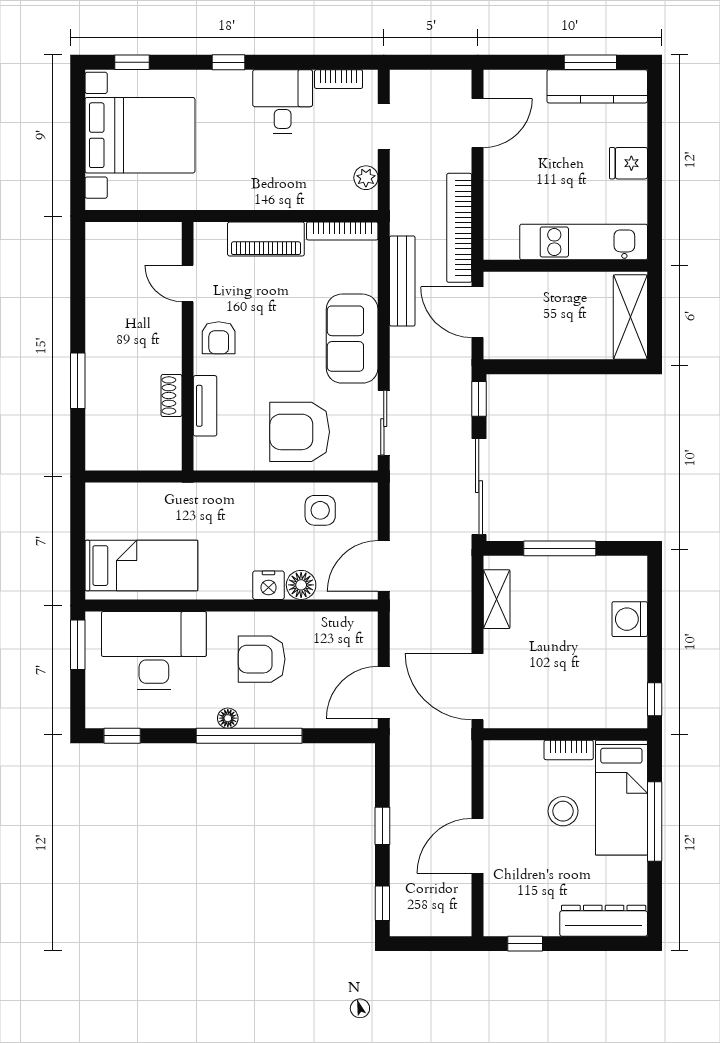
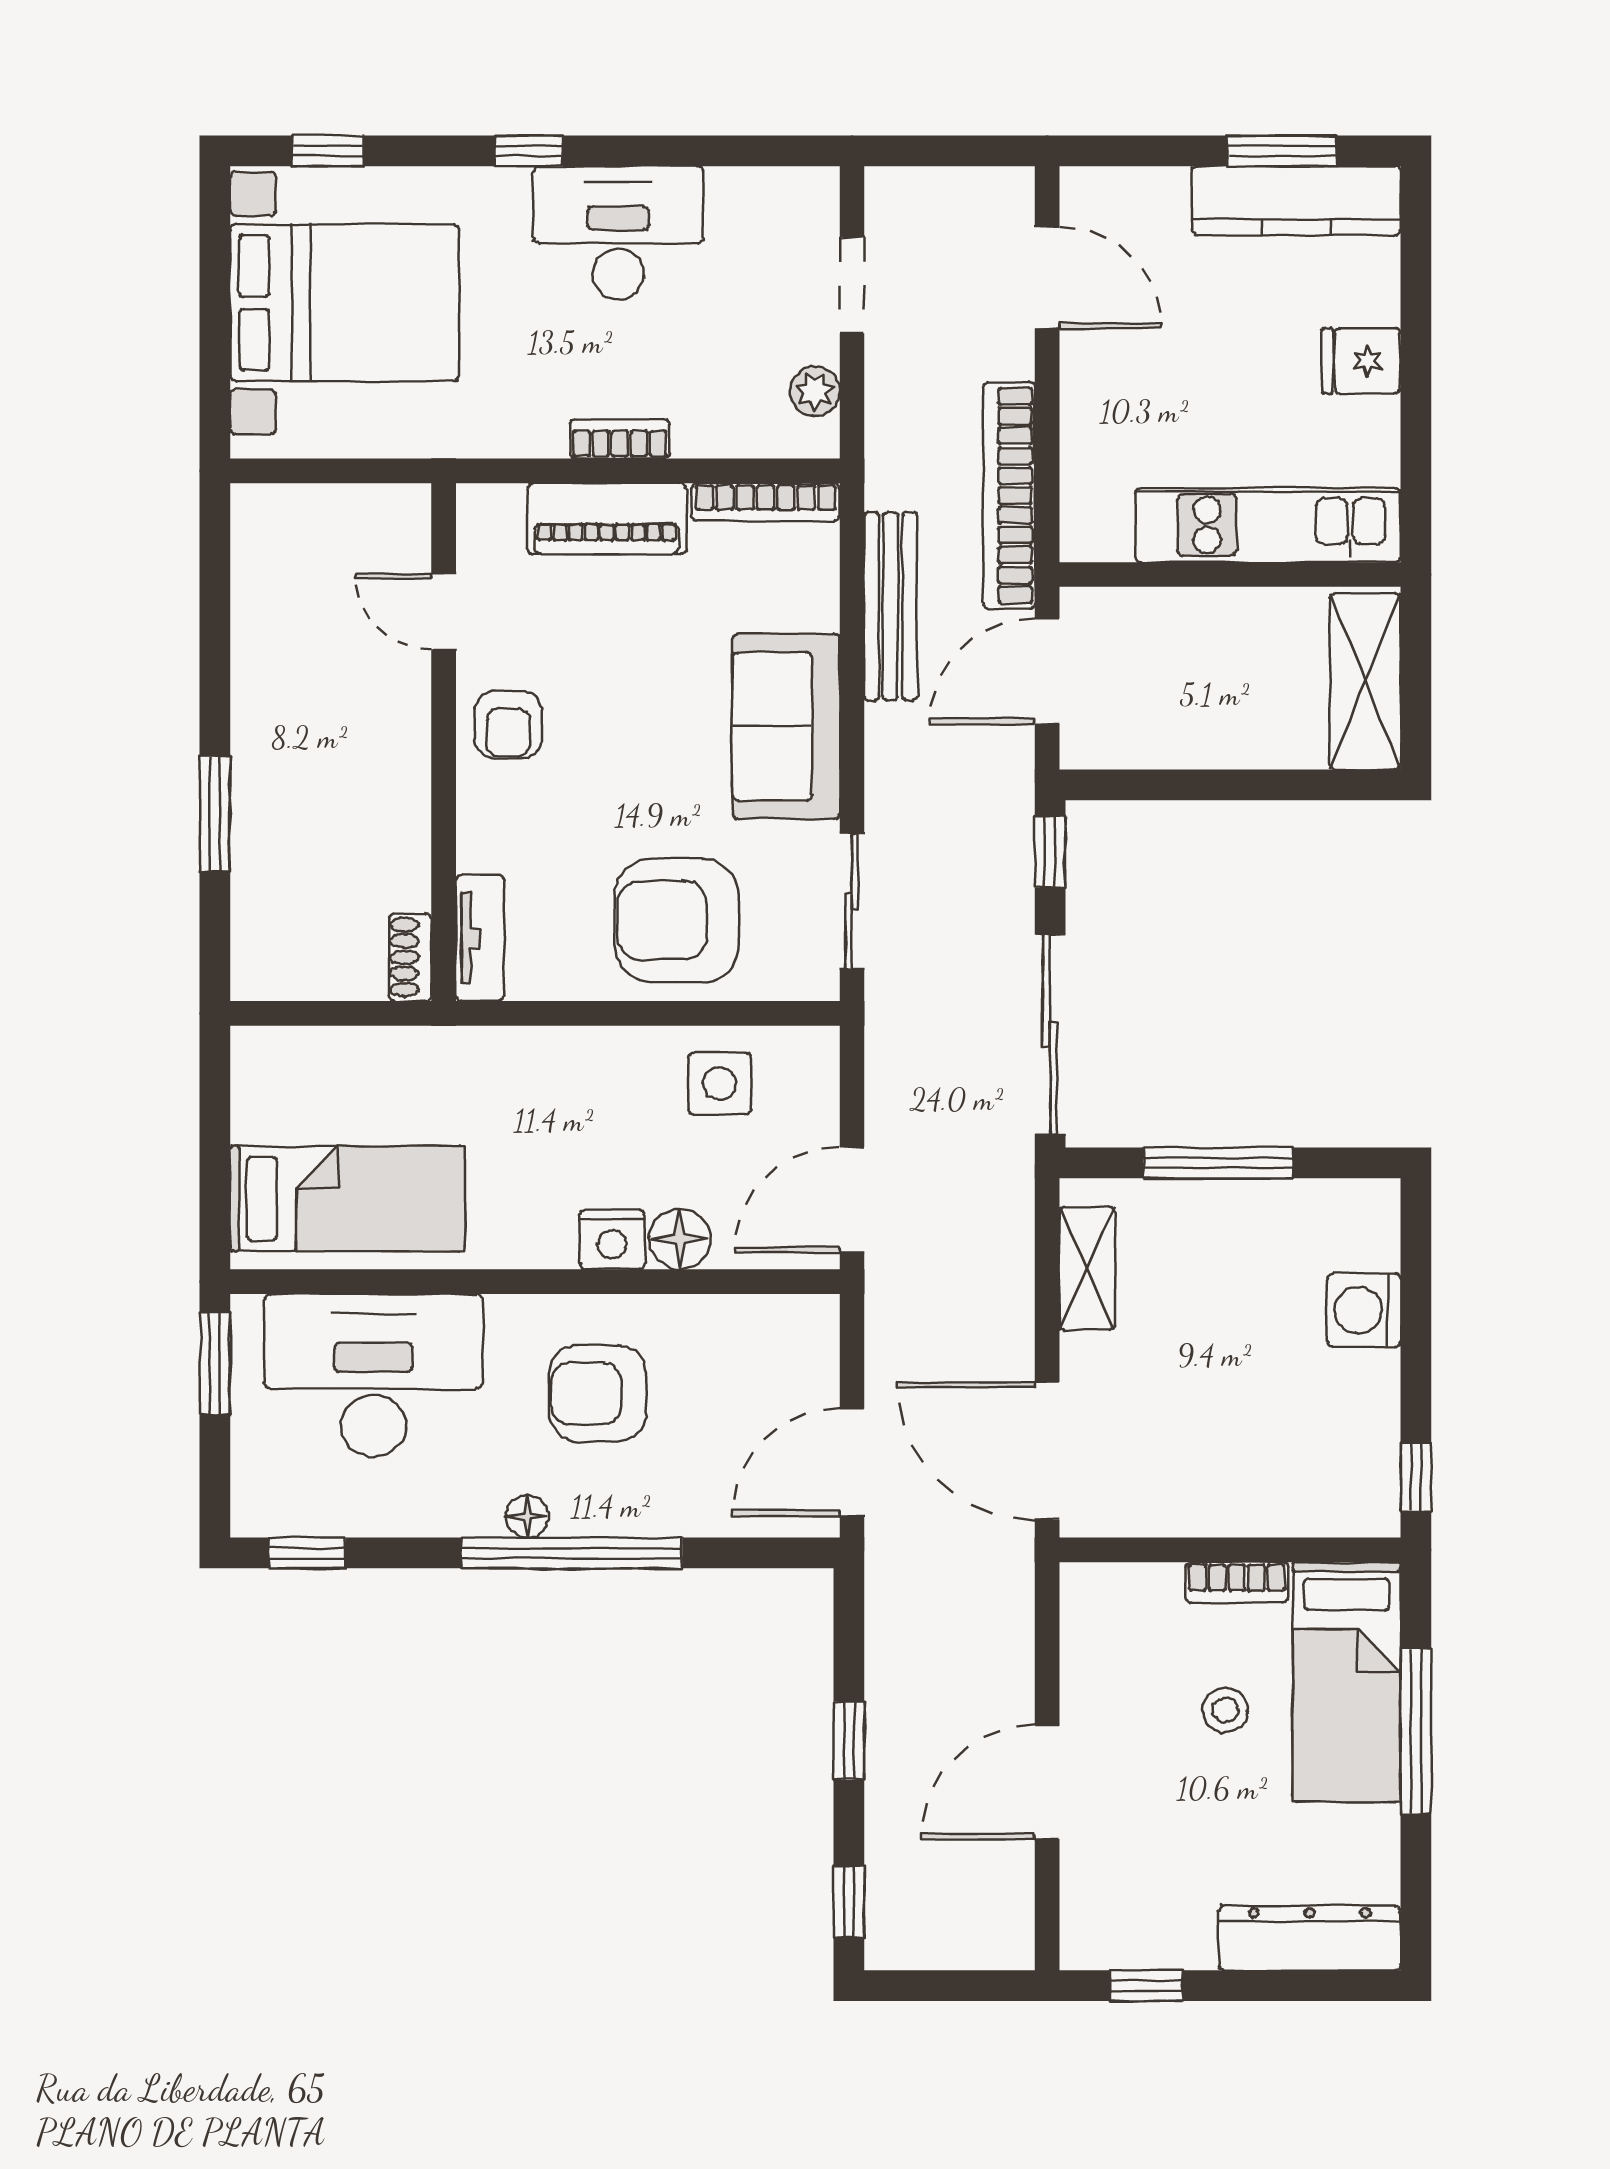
bookcase: (339, 79) -> (620, 439), moved, turned 180
desk: (283, 102) -> (618, 233), width x1.37
door: (477, 123) -> (1047, 277), hinge flipped
door: (477, 312) -> (1047, 671), hinge flipped
shoe rack: (171, 395) -> (410, 957), moved
tv unit: (205, 406) -> (480, 938), moved
stool: (563, 811) -> (1225, 1710), width x0.73, depth x0.73

